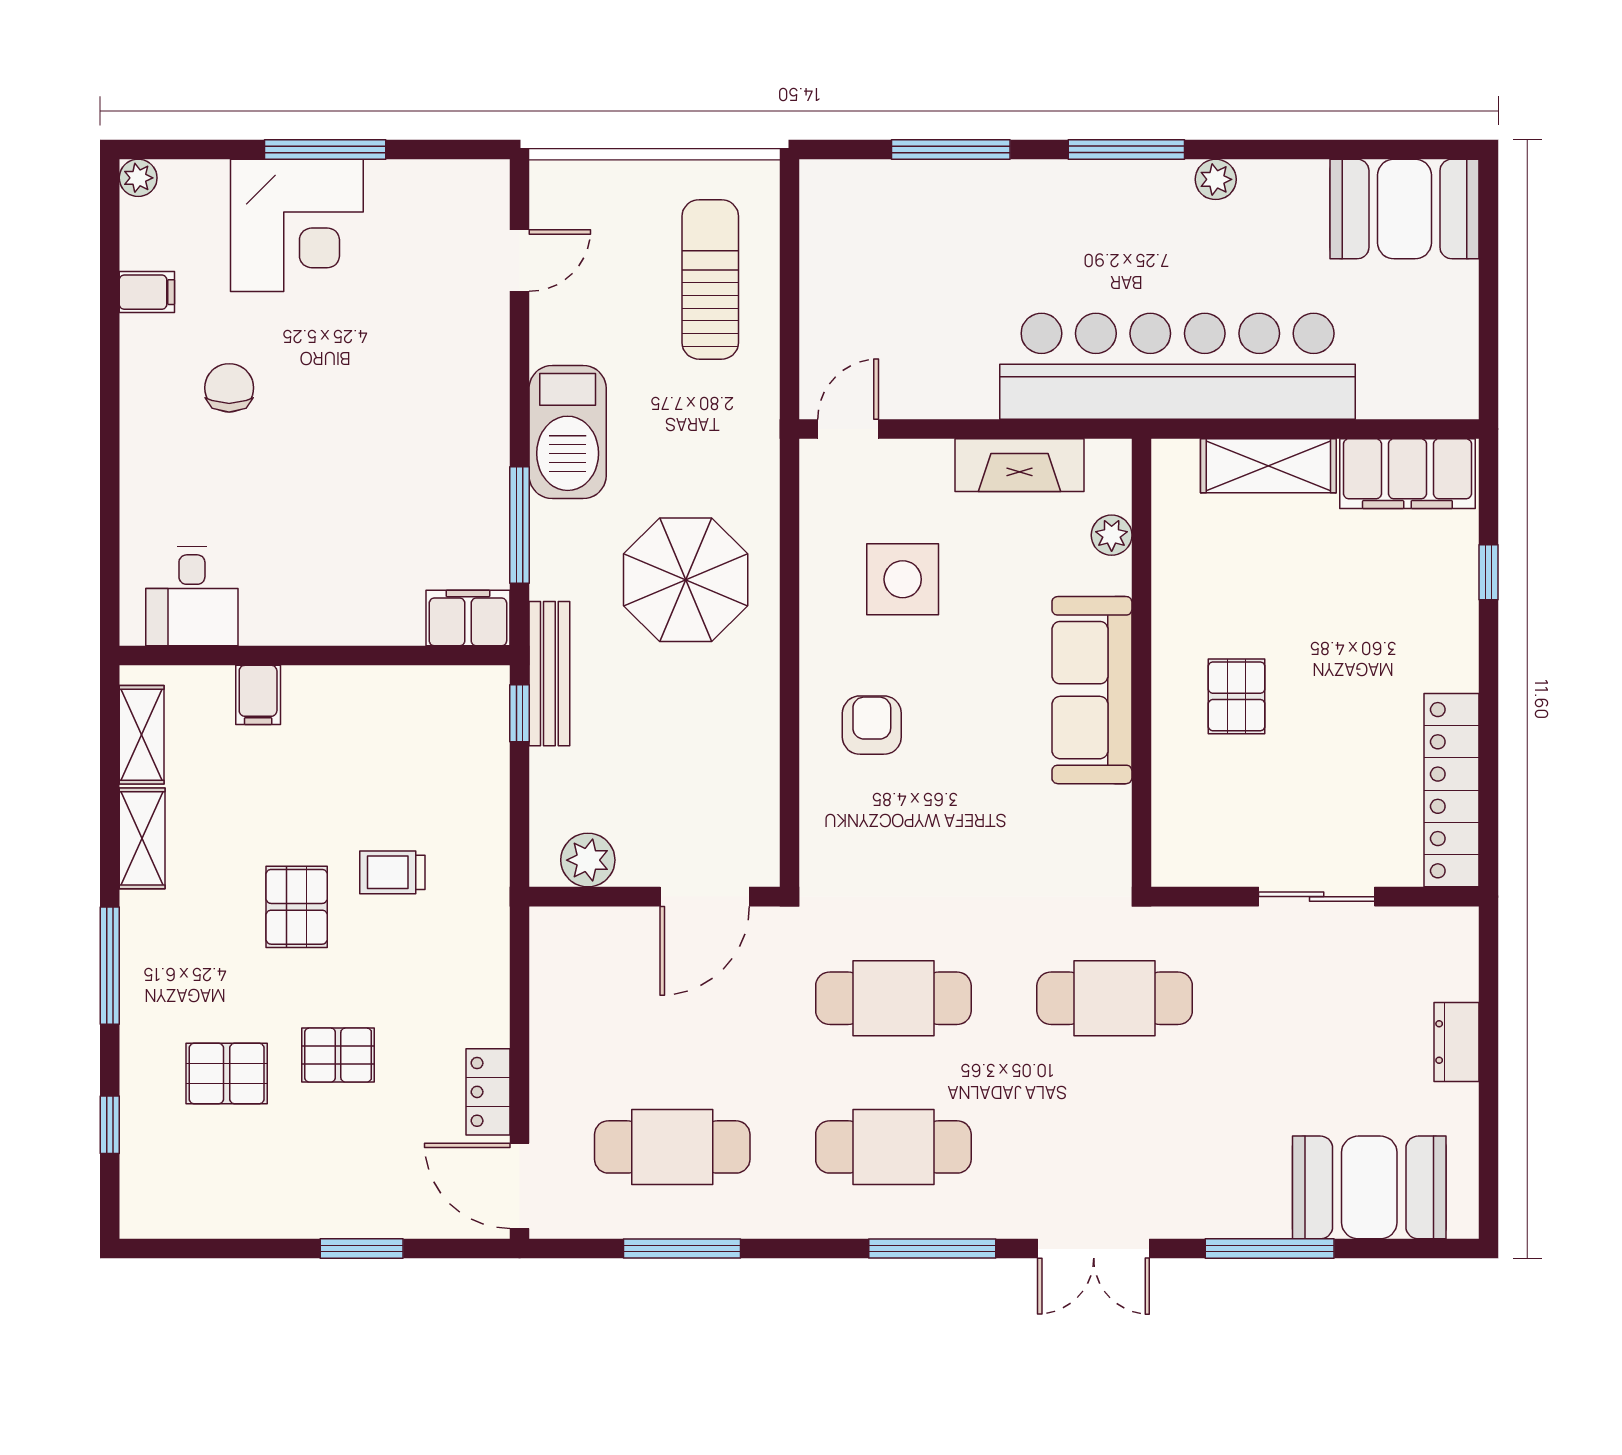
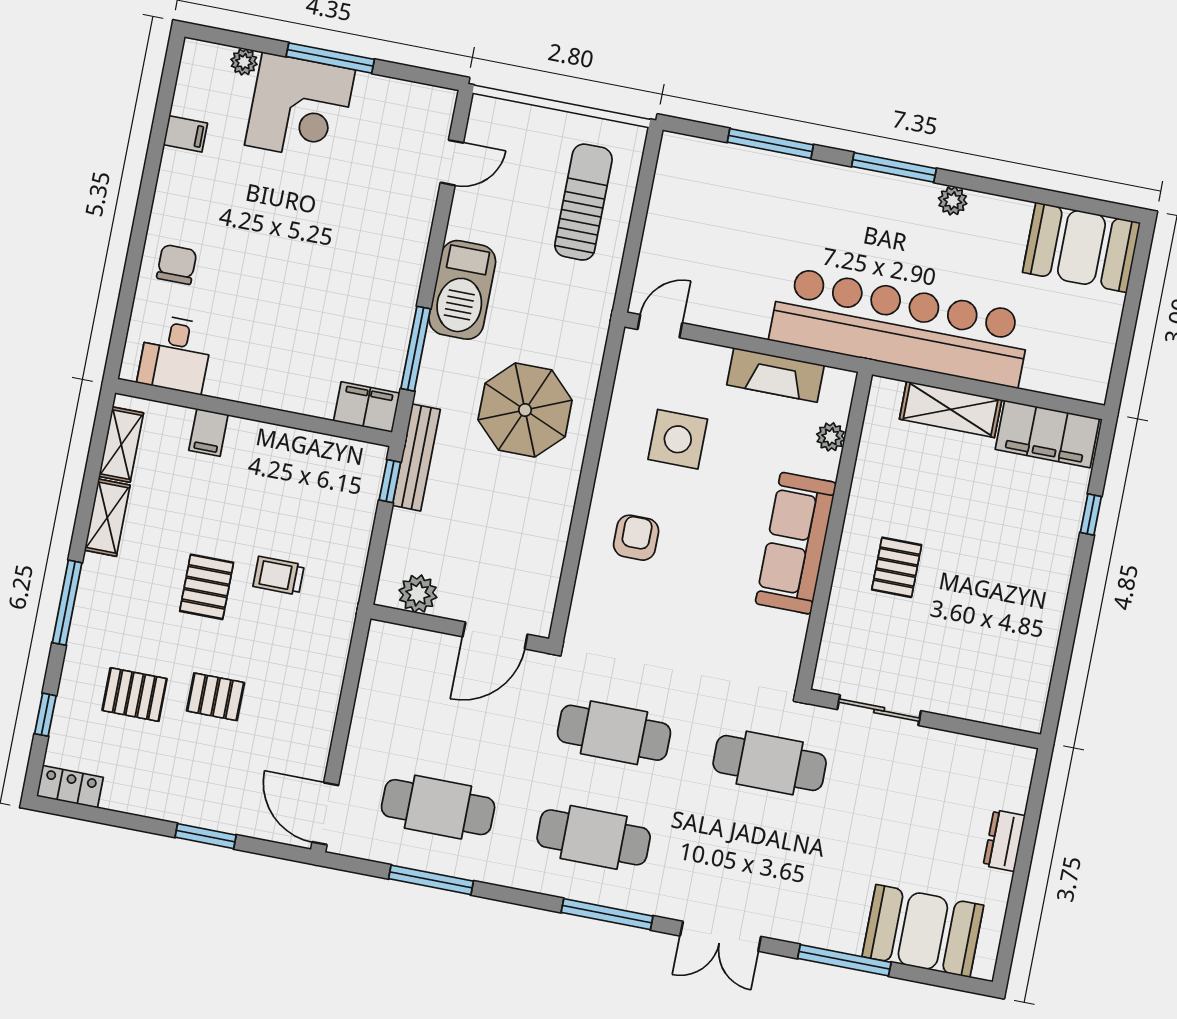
plant: (138, 178) -> (244, 62), moved
chair: (229, 388) -> (177, 264), moved
locker: (1451, 790) -> (1035, 663), removed
sliding door: (1317, 897) -> (879, 710), moved
locker: (488, 1092) -> (70, 787), moved, turned 90

